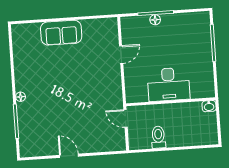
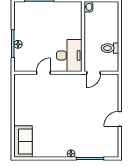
sofa: (61, 33) -> (23, 141), moved
door: (121, 55) -> (43, 73), hinge flipped
desk: (168, 84) -> (69, 56), moved

